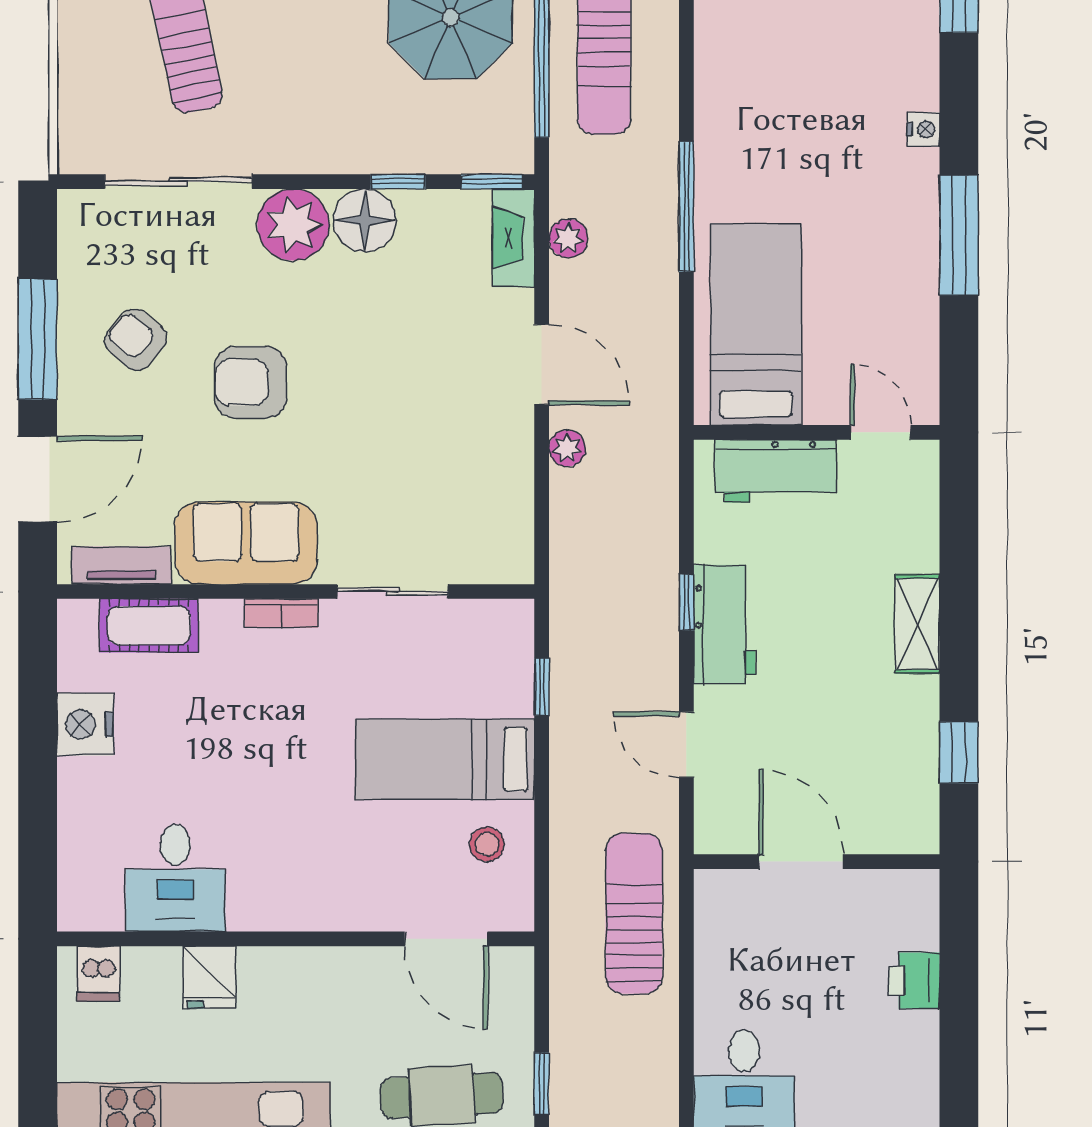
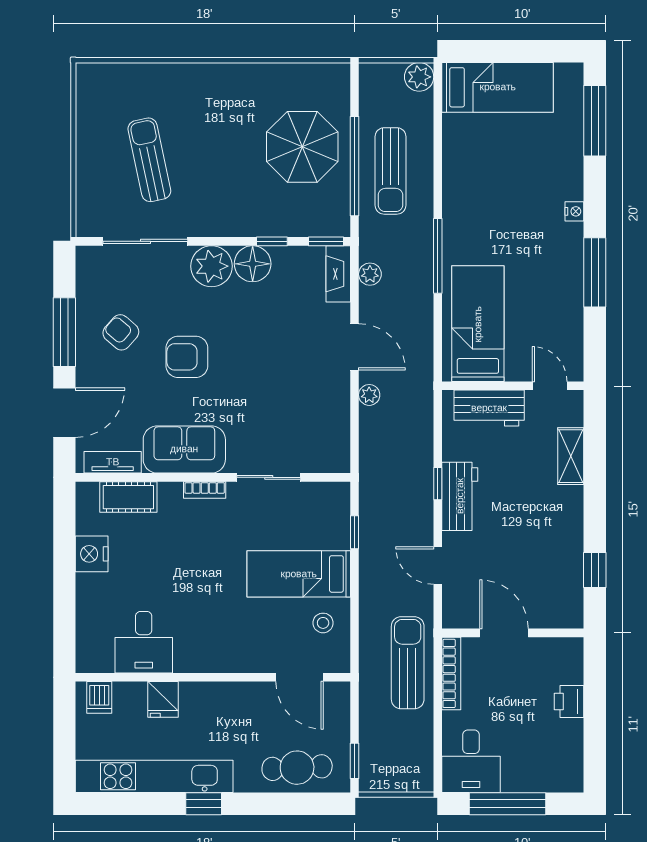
shelving: (917, 624) -> (571, 456), moved
bookcase: (710, 932) -> (451, 673), added

